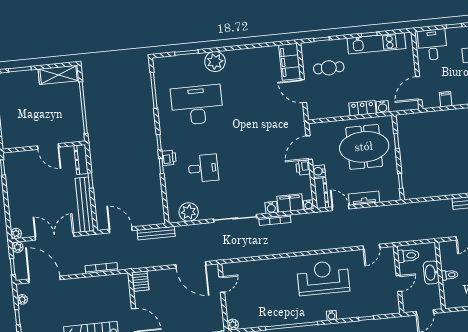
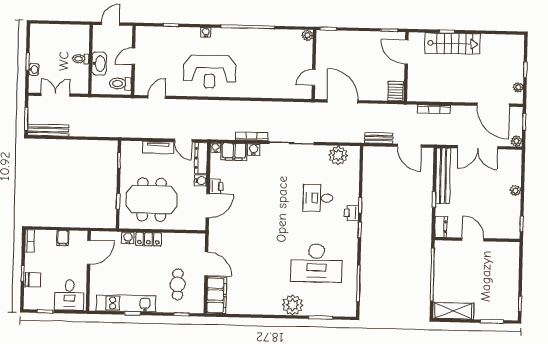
cafe table: (329, 68) -> (178, 284), turned 90
dresser: (81, 160) -> (441, 227), width x0.70
plant: (16, 233) -> (515, 190), moved
bench: (156, 233) -> (379, 138), width x0.73

